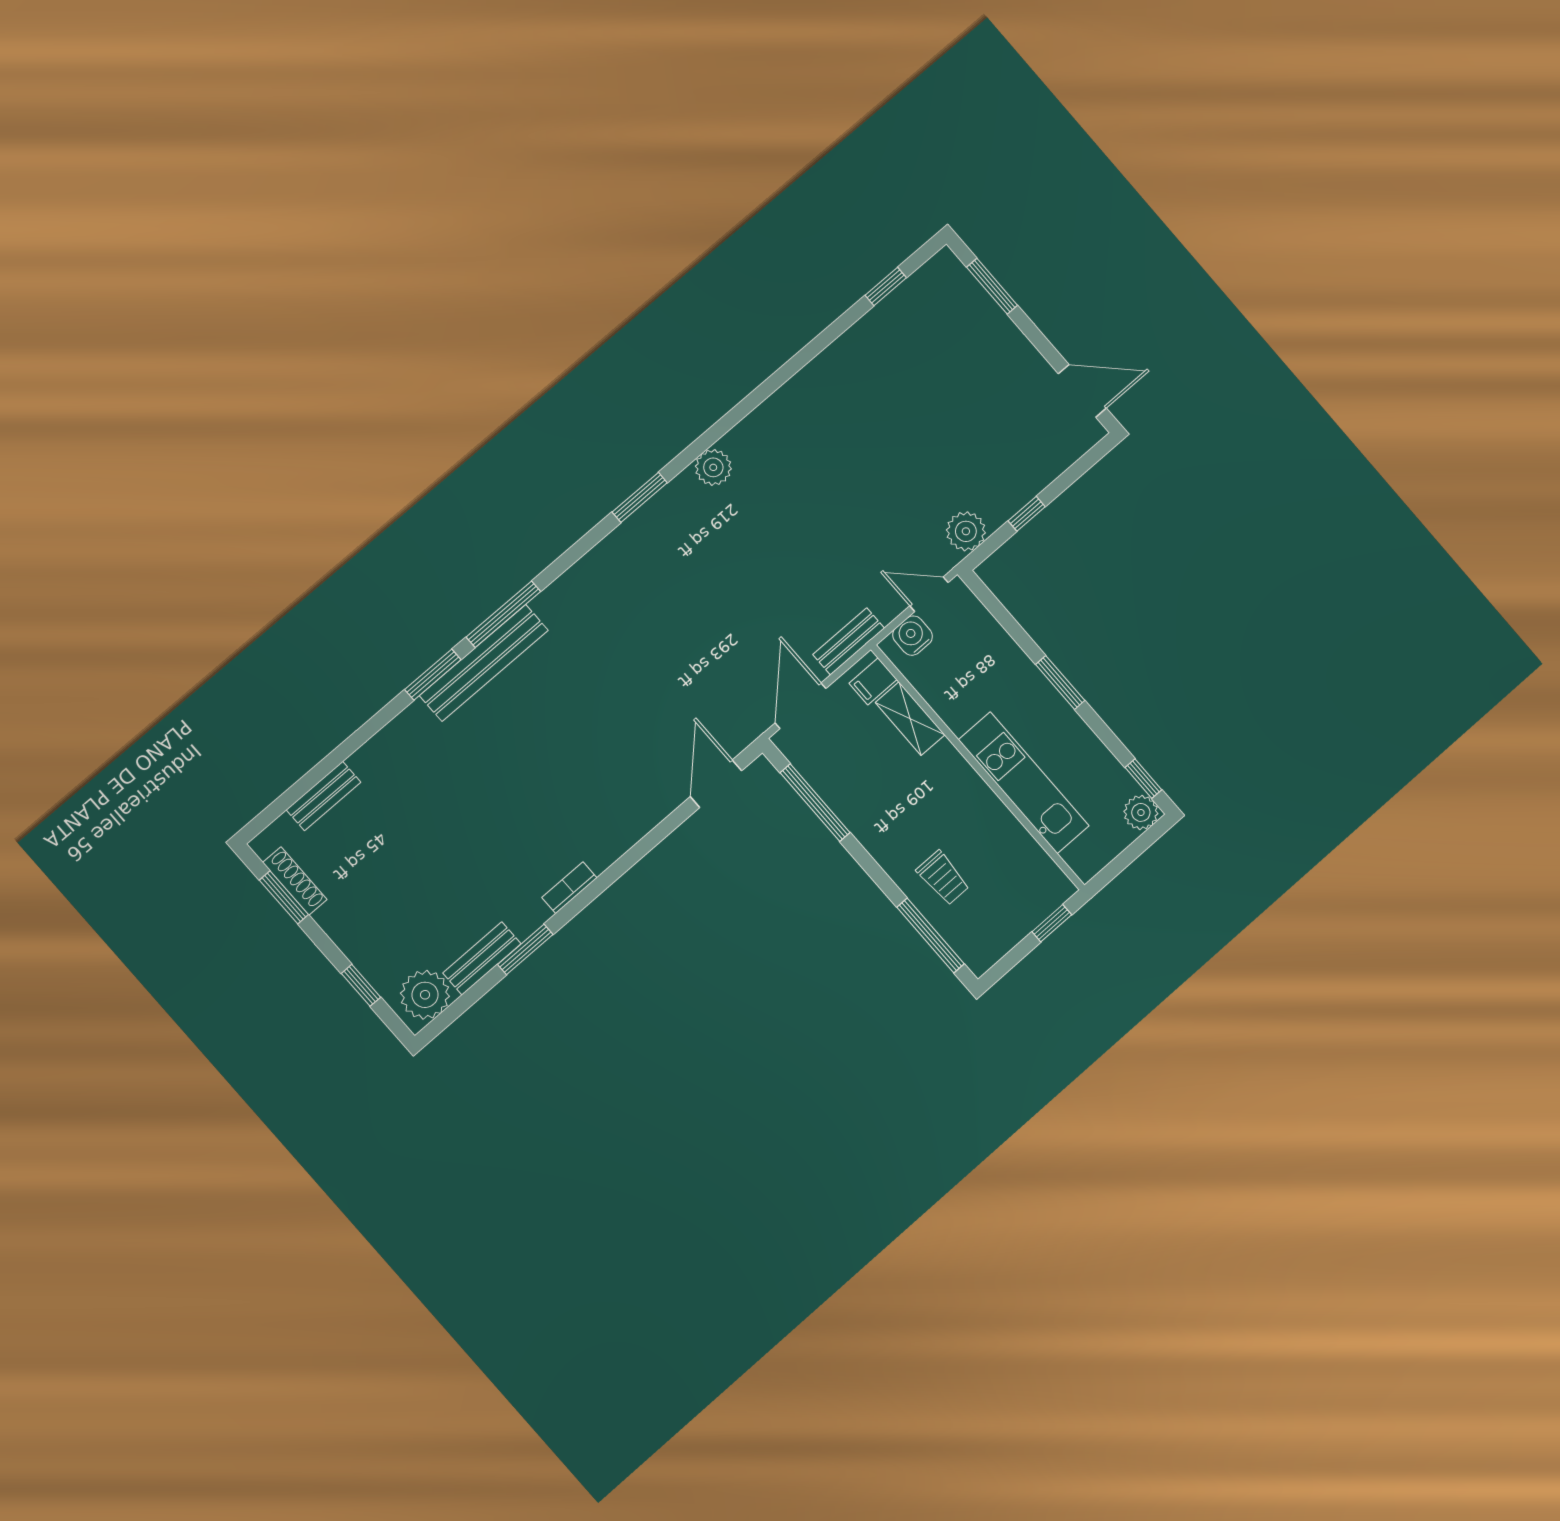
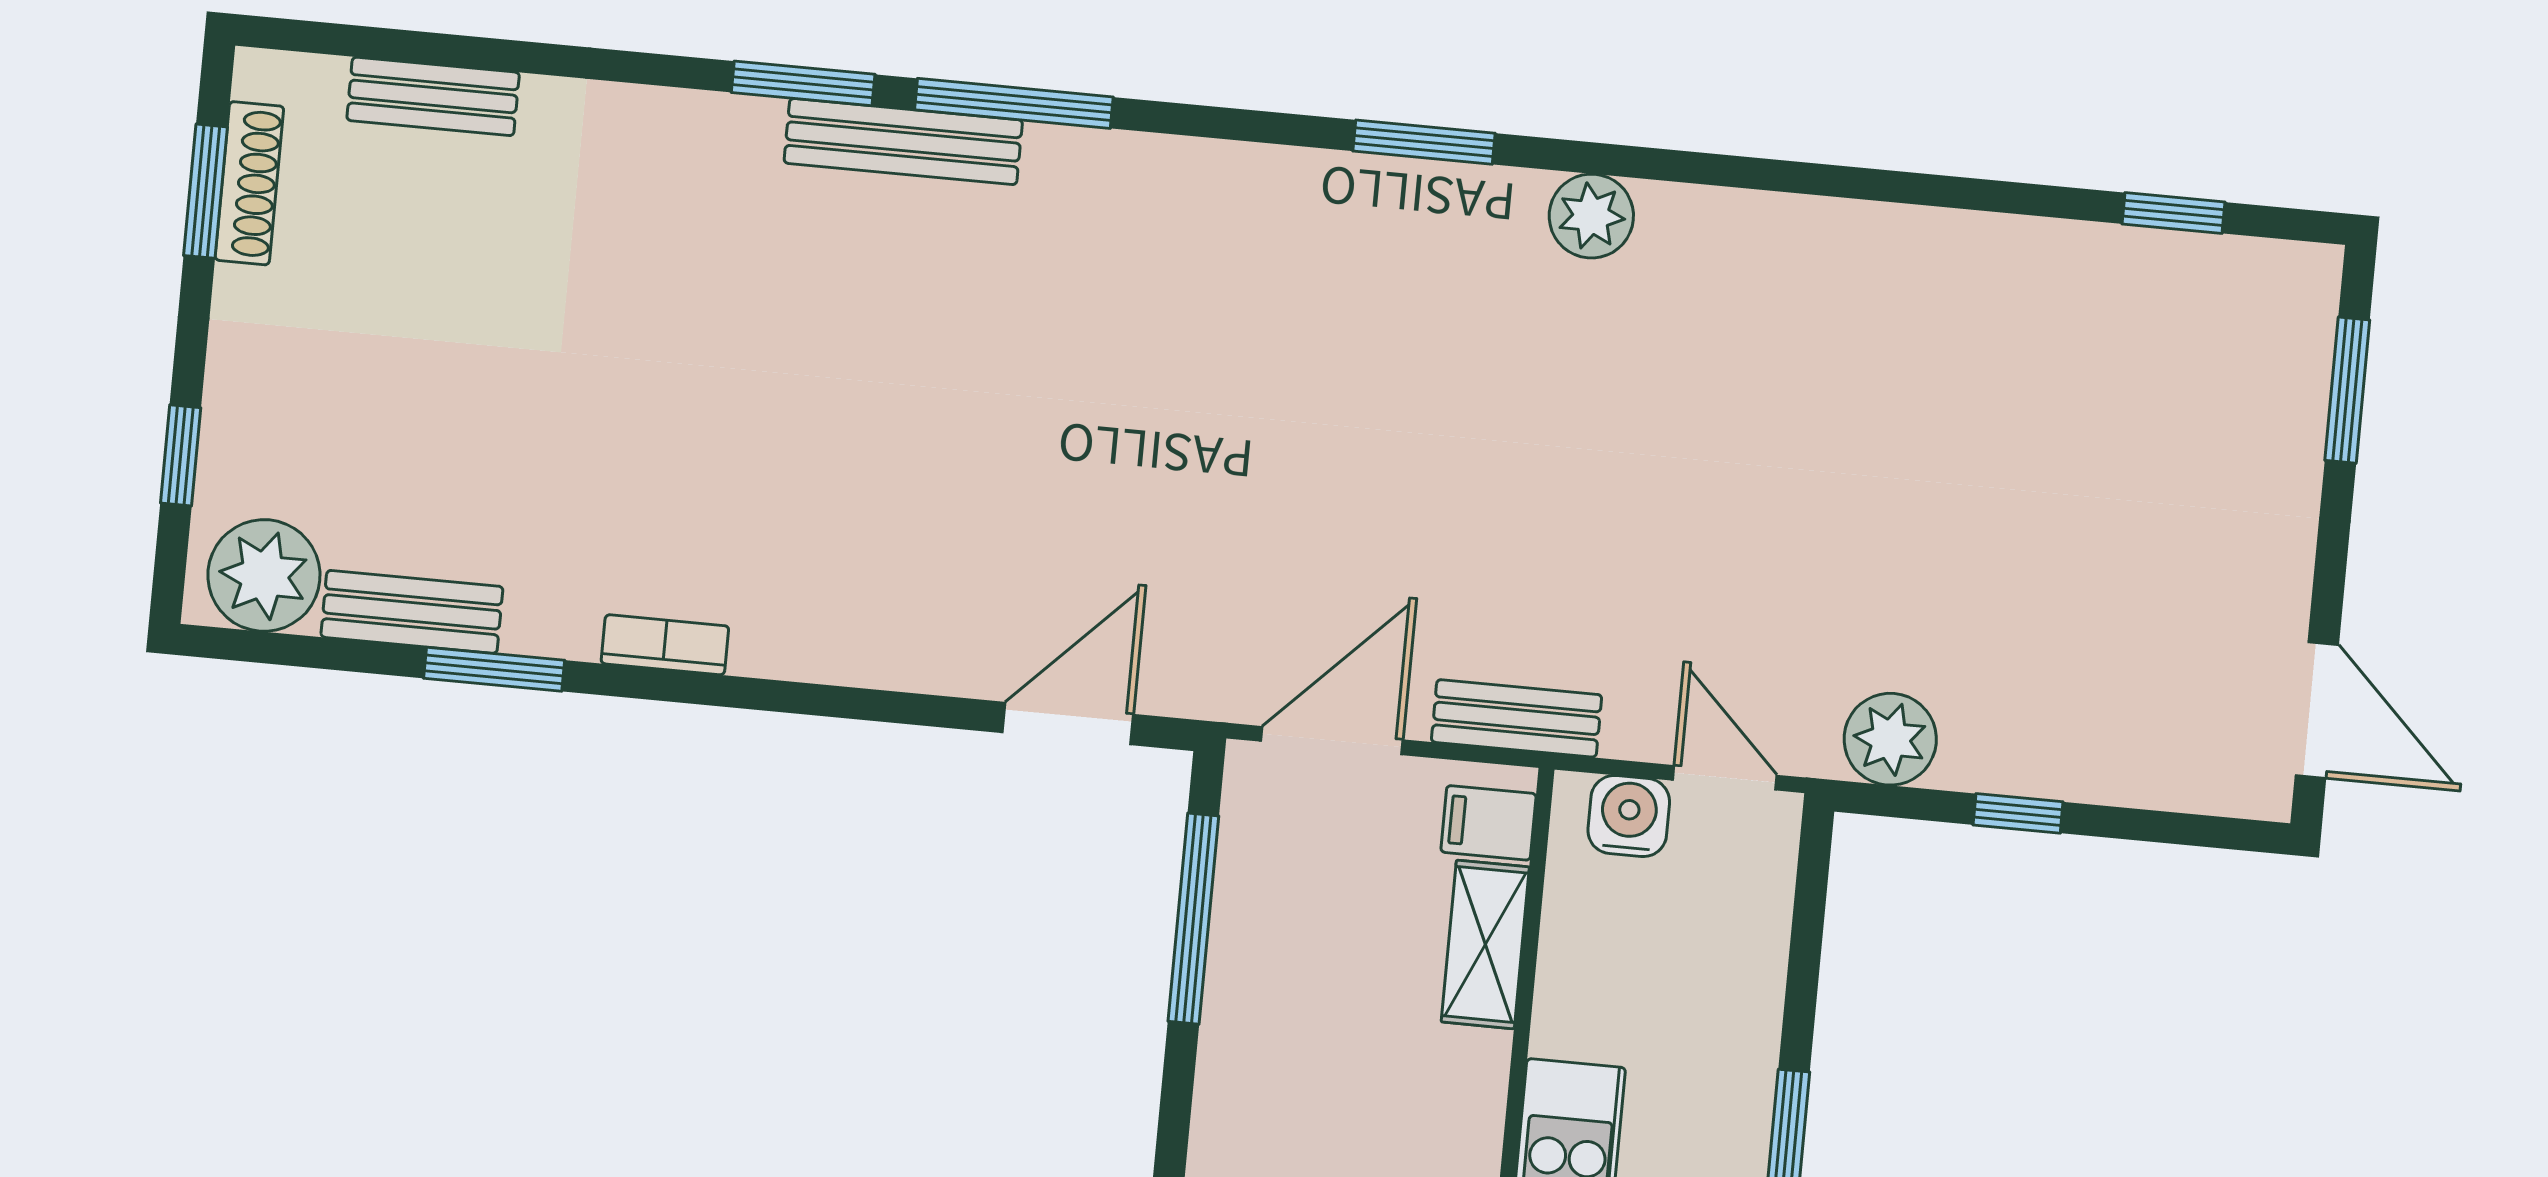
bench: (484, 663) -> (903, 142), width x0.73, depth x0.82

